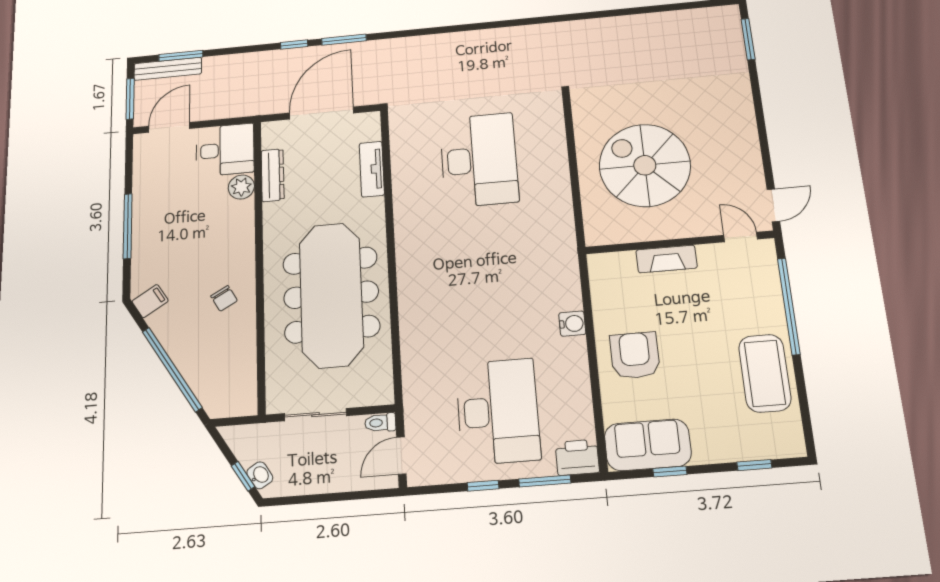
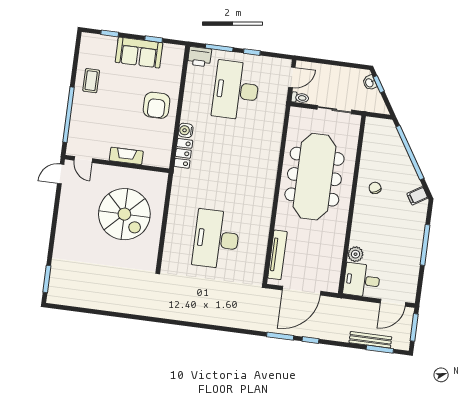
bench: (168, 69) -> (370, 340), moved
tv unit: (372, 169) -> (277, 255), width x1.41
dresser: (273, 175) -> (336, 257), removed
locker: (567, 284) -> (183, 153), added
coffee table: (765, 373) -> (91, 81), width x0.54, depth x0.58
sofa: (648, 445) -> (139, 53), moved

